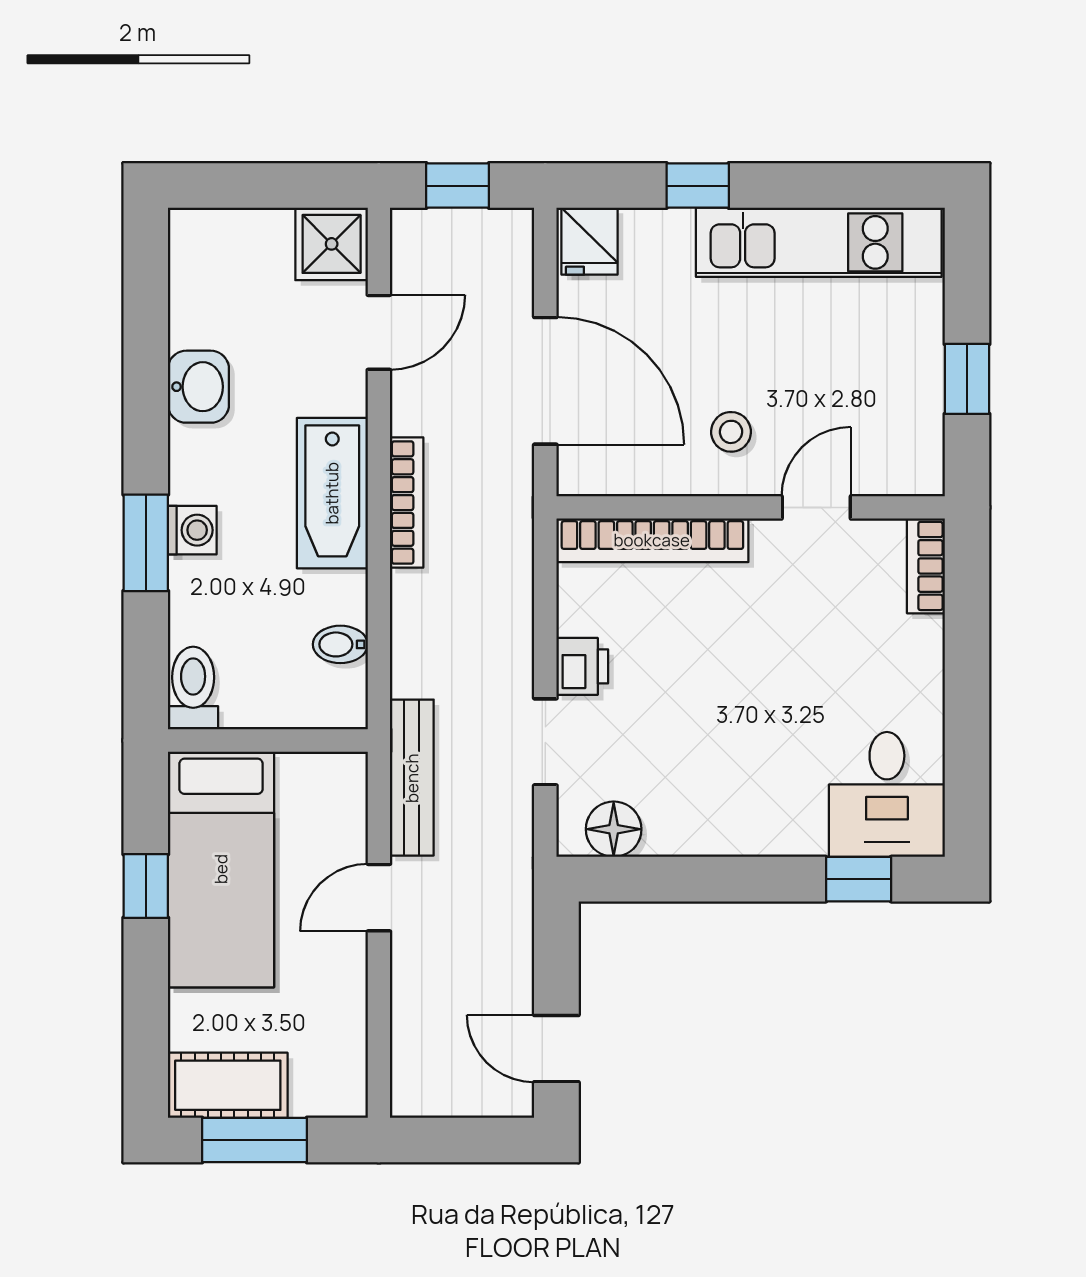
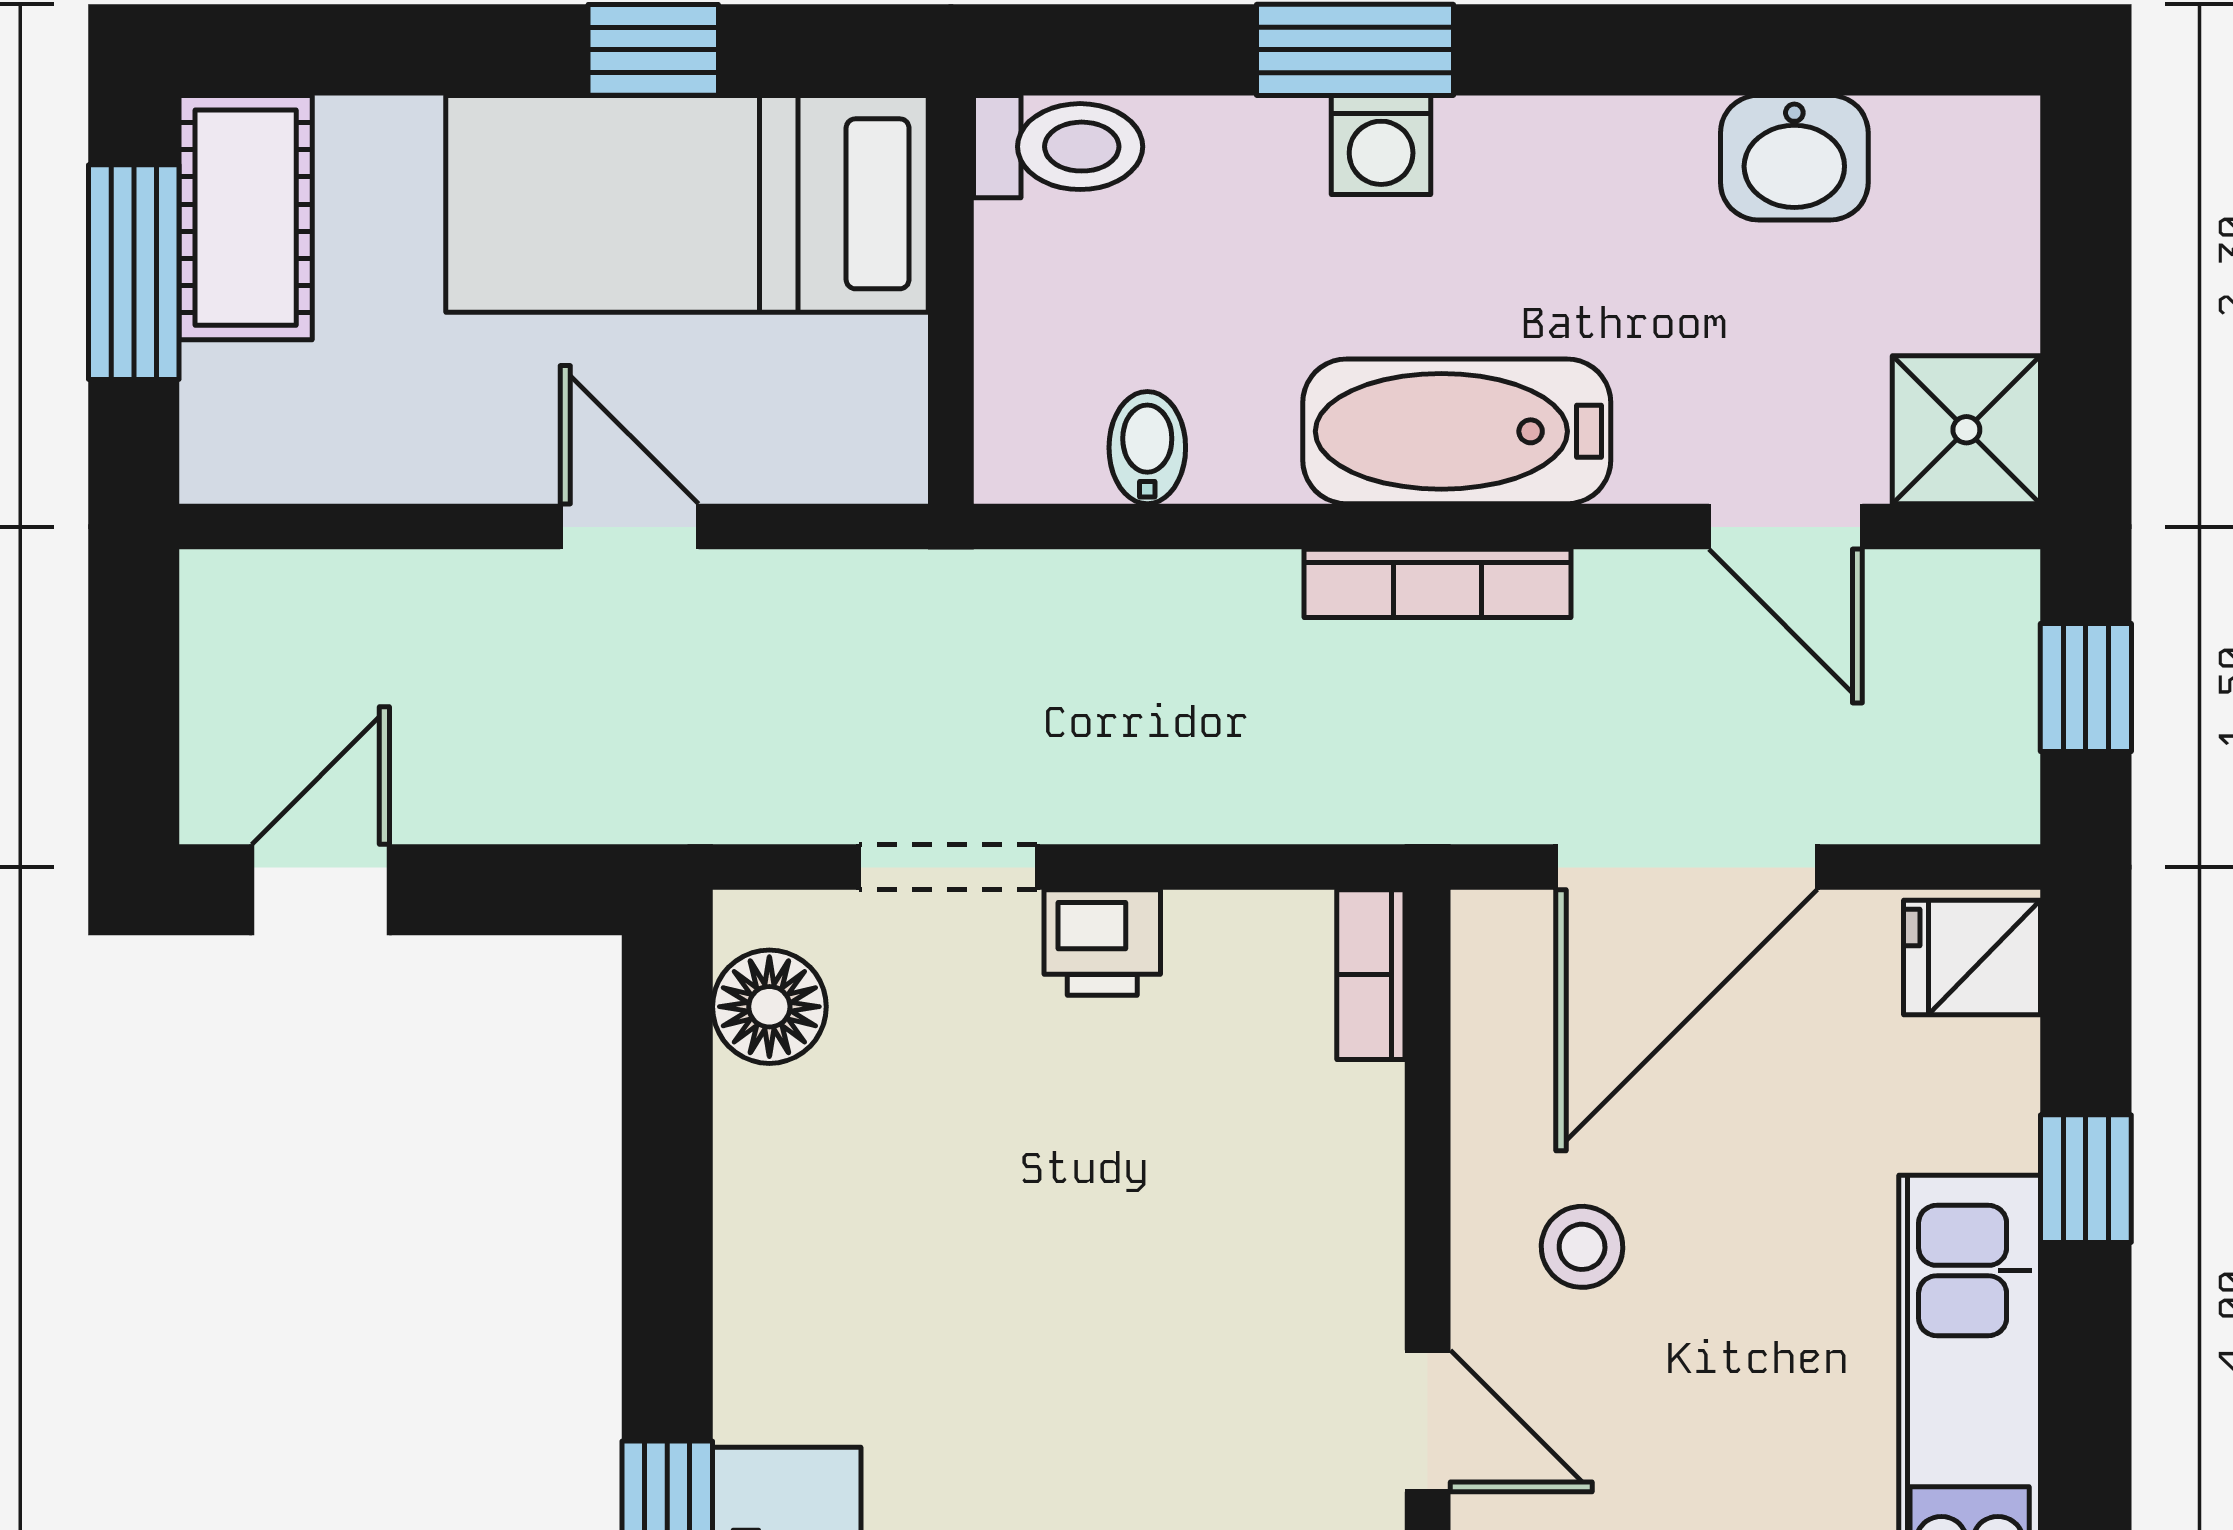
washbasin: (198, 387) -> (1794, 158), moved
bookcase: (652, 540) -> (1371, 975), width x0.43, depth x0.76
bench: (412, 778) -> (875, 594), removed

